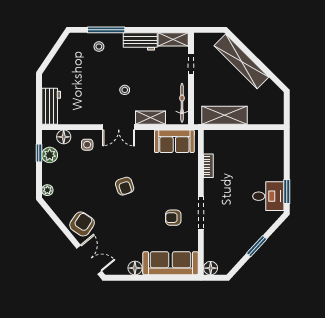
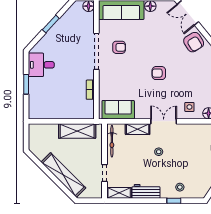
window: (106, 30) -> (174, 201), width x0.46
armchair: (125, 186) -> (159, 73), turned -72
window: (287, 192) -> (26, 84), moved
doorway: (201, 213) -> (96, 51), width x1.36
armchair: (82, 224) -> (194, 42), turned -65

